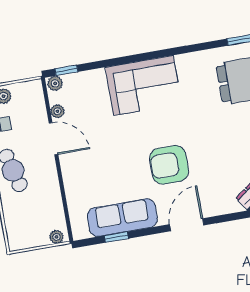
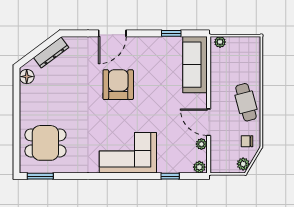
window: (66, 70) -> (170, 176), moved
armchair: (169, 165) -> (118, 85), turned -90
sofa: (122, 218) -> (195, 65), moved, turned 90

